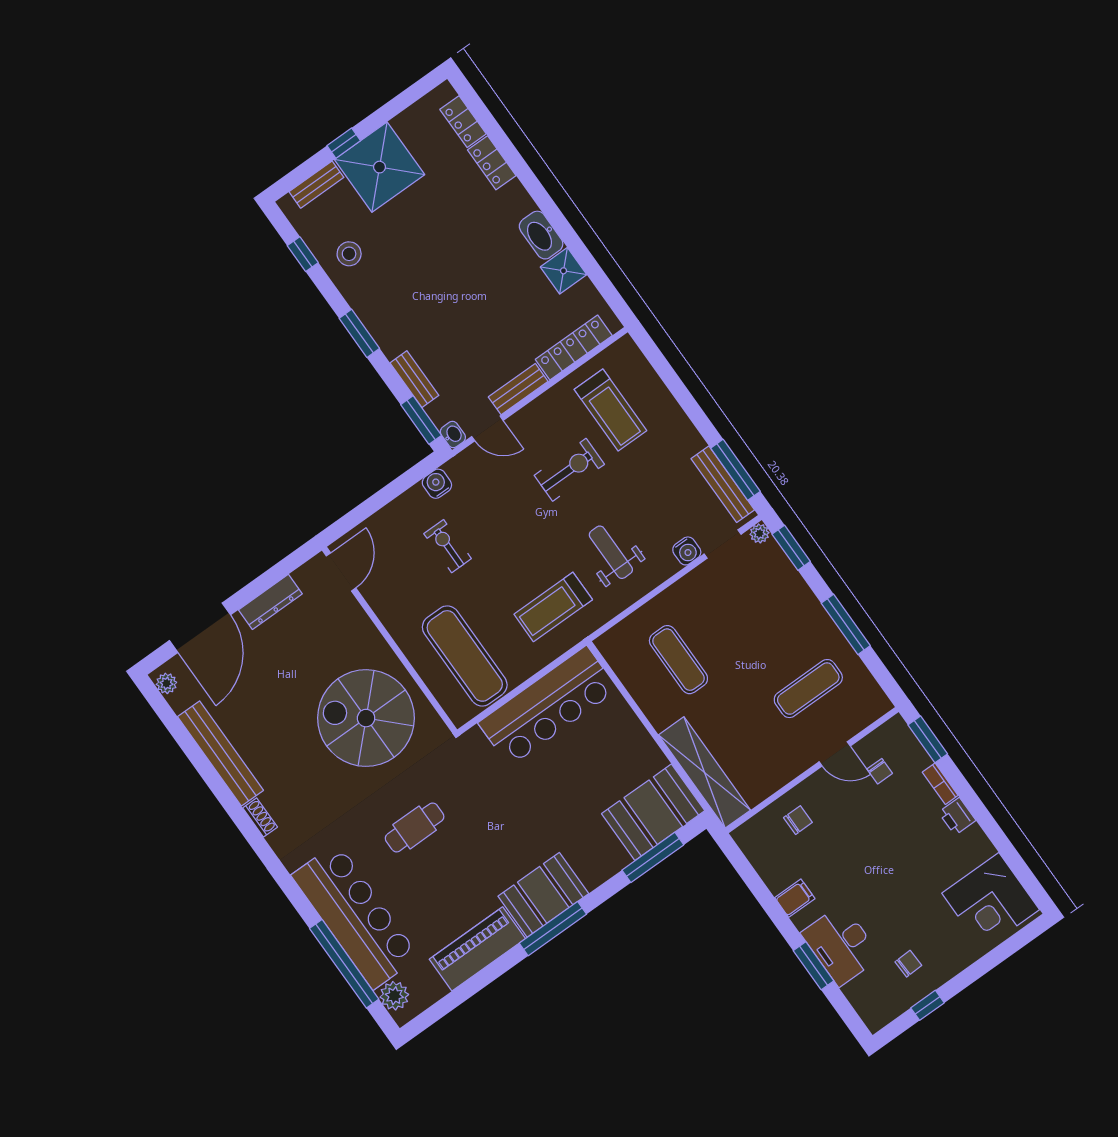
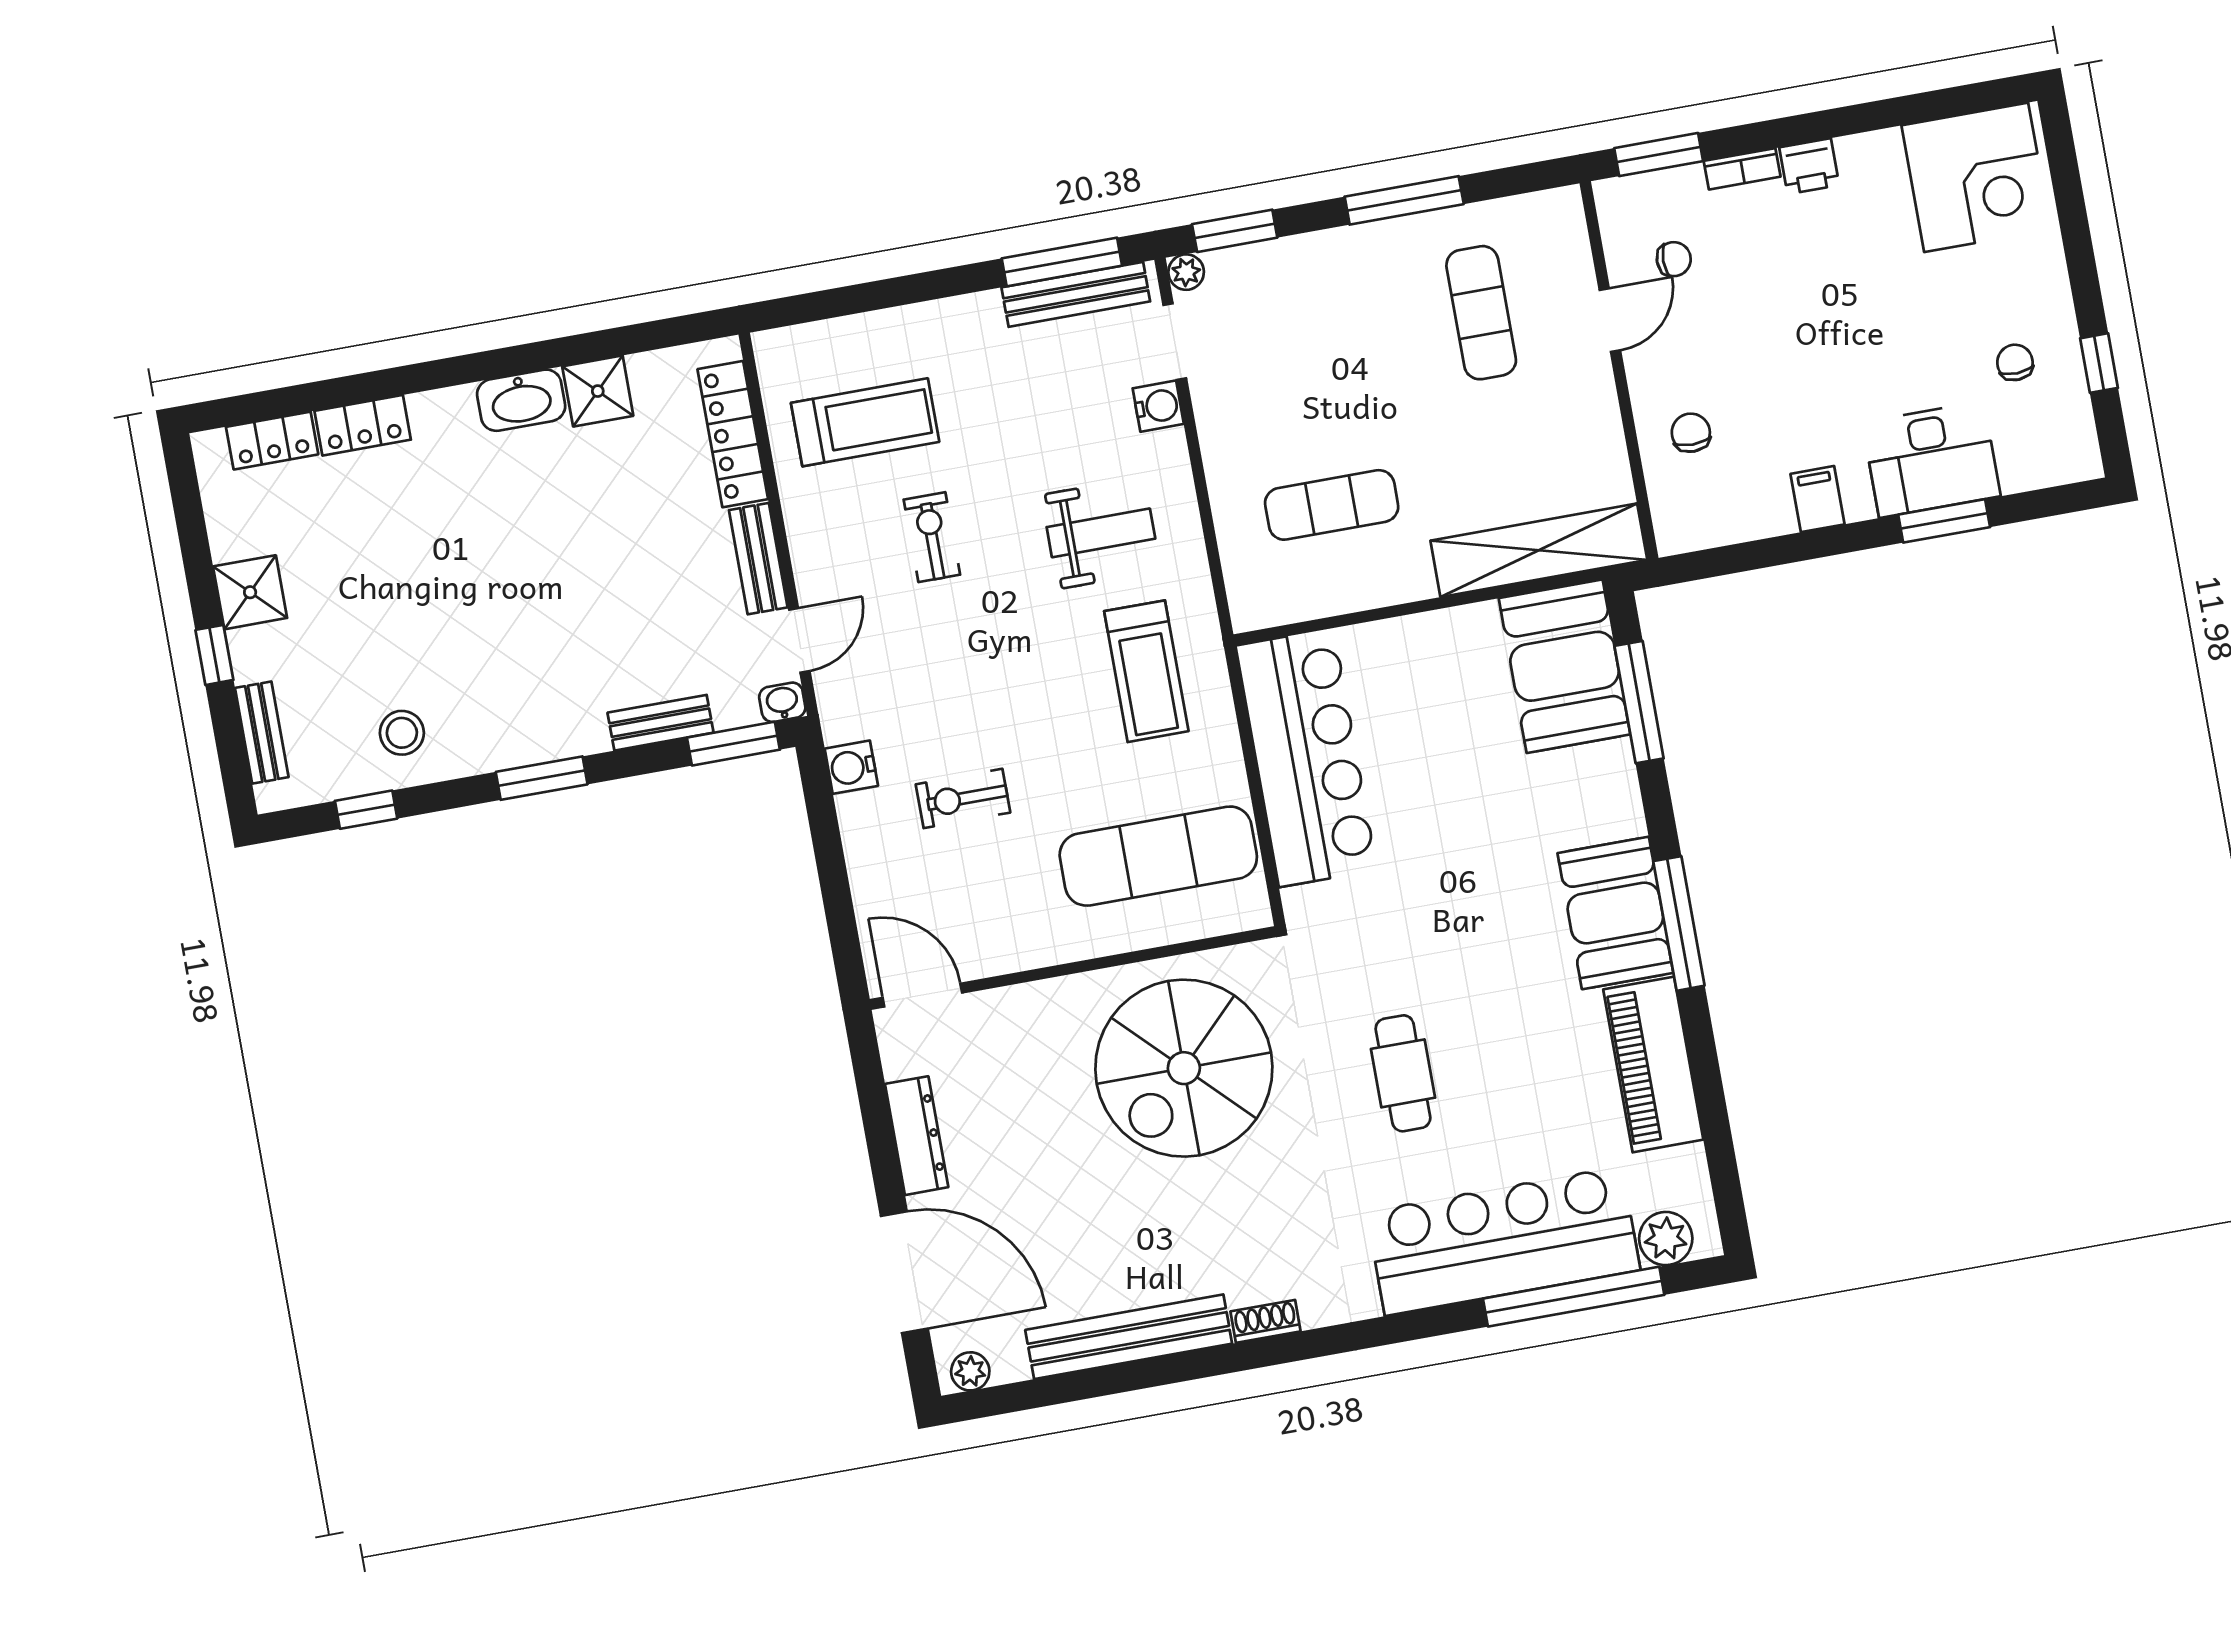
shower: (380, 167) -> (250, 592), width x0.54, depth x0.54
exercise bike: (569, 470) -> (932, 537), width x0.73, depth x0.72
weight bench: (611, 552) -> (1101, 533), turned 180

